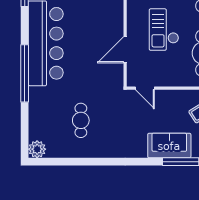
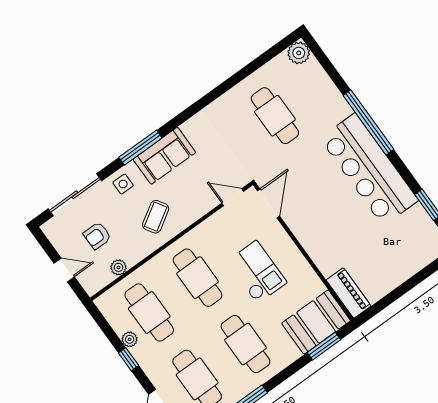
door: (125, 50) -> (268, 203), moved
cafe table: (81, 120) -> (275, 116), width x1.37, depth x1.35

